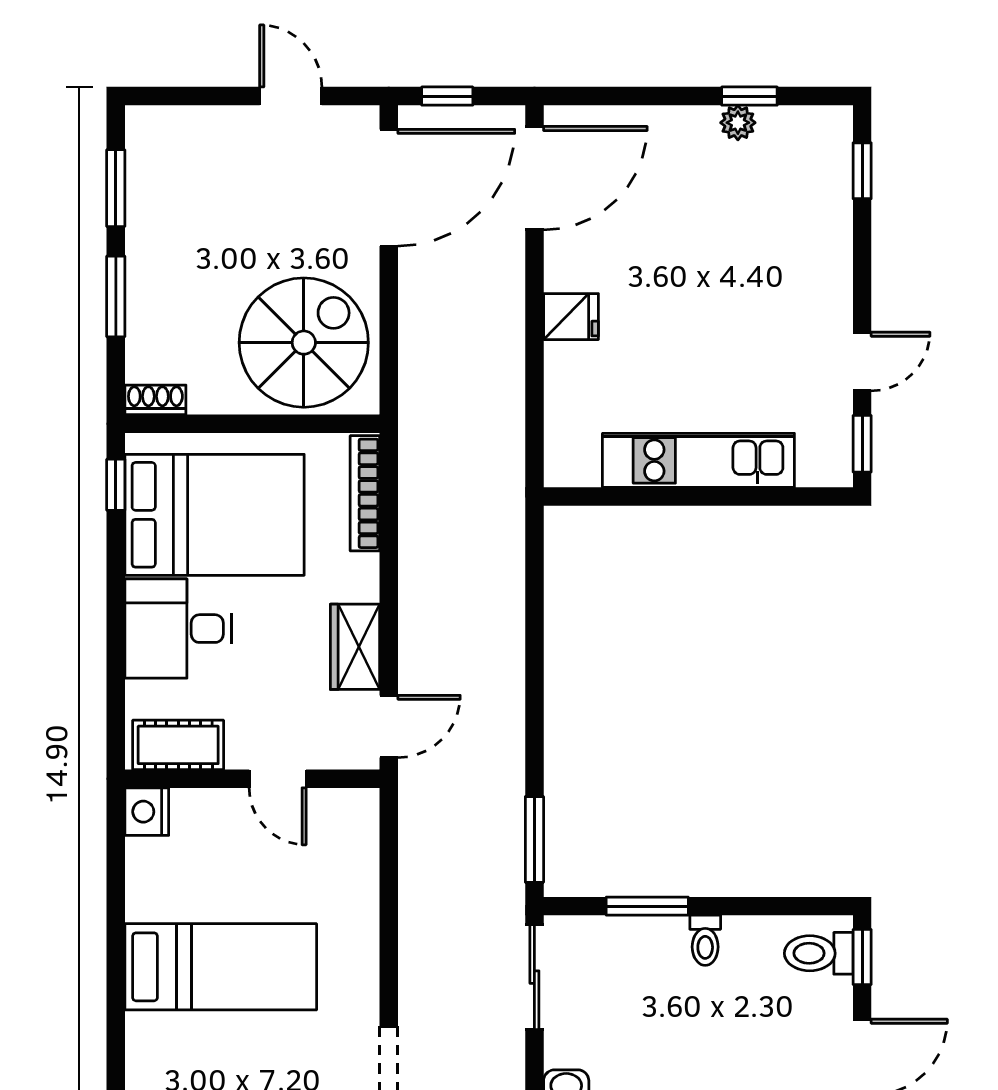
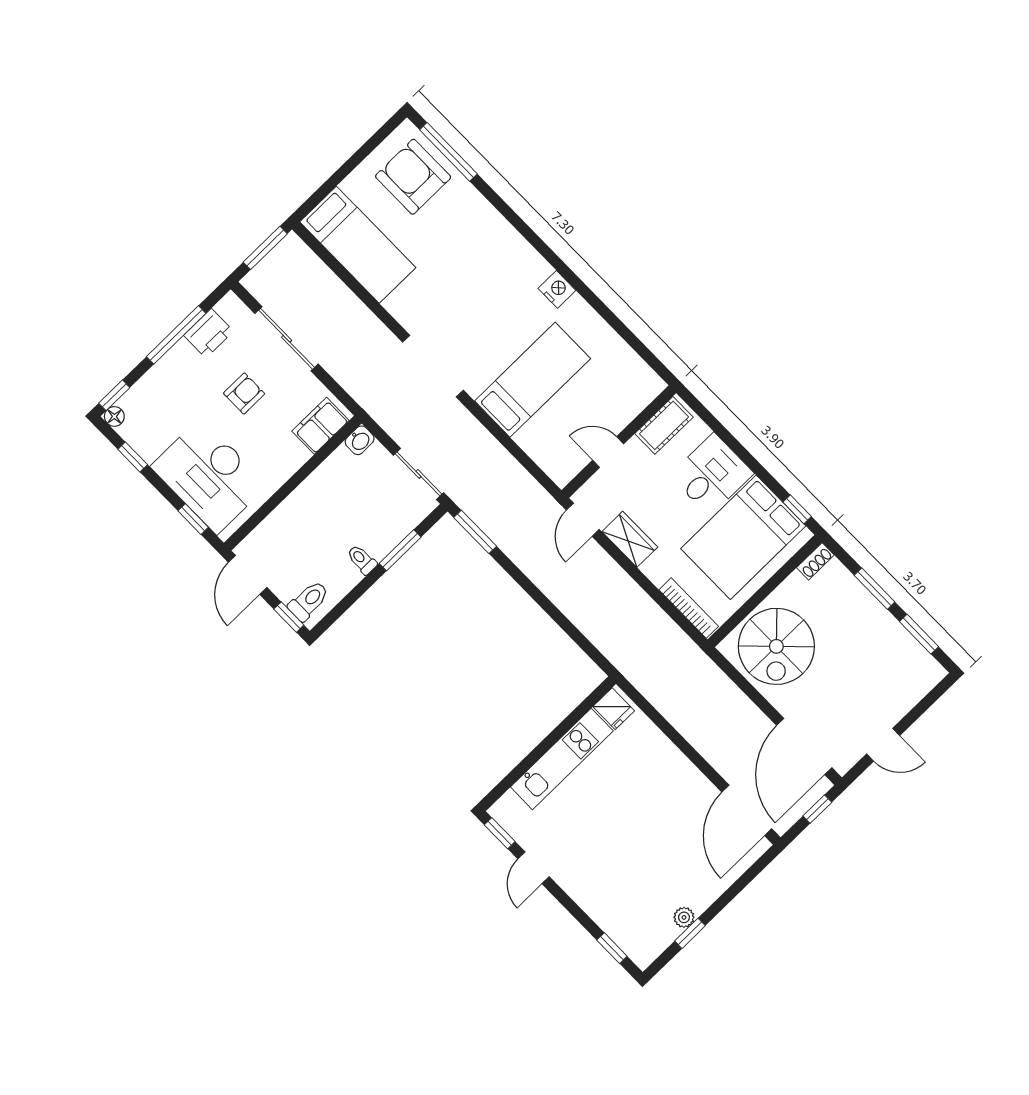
fridge: (571, 317) -> (614, 709), moved, turned -90
nightstand: (147, 812) -> (557, 289), moved
bed: (221, 967) -> (533, 380), moved, turned 180

